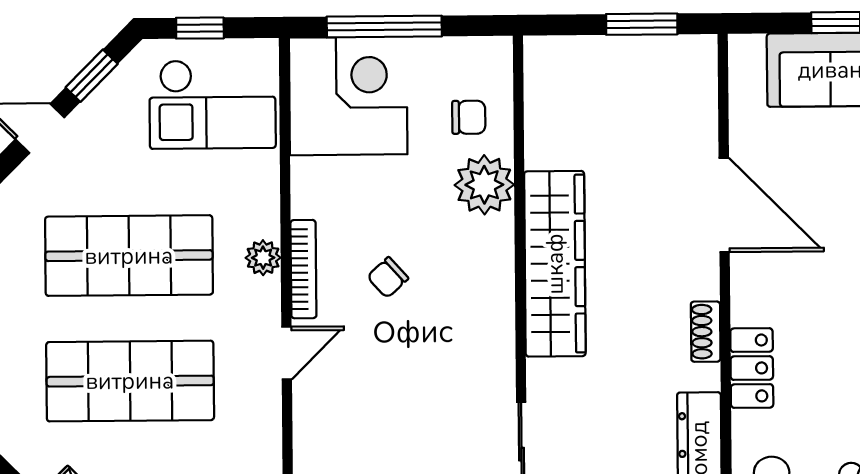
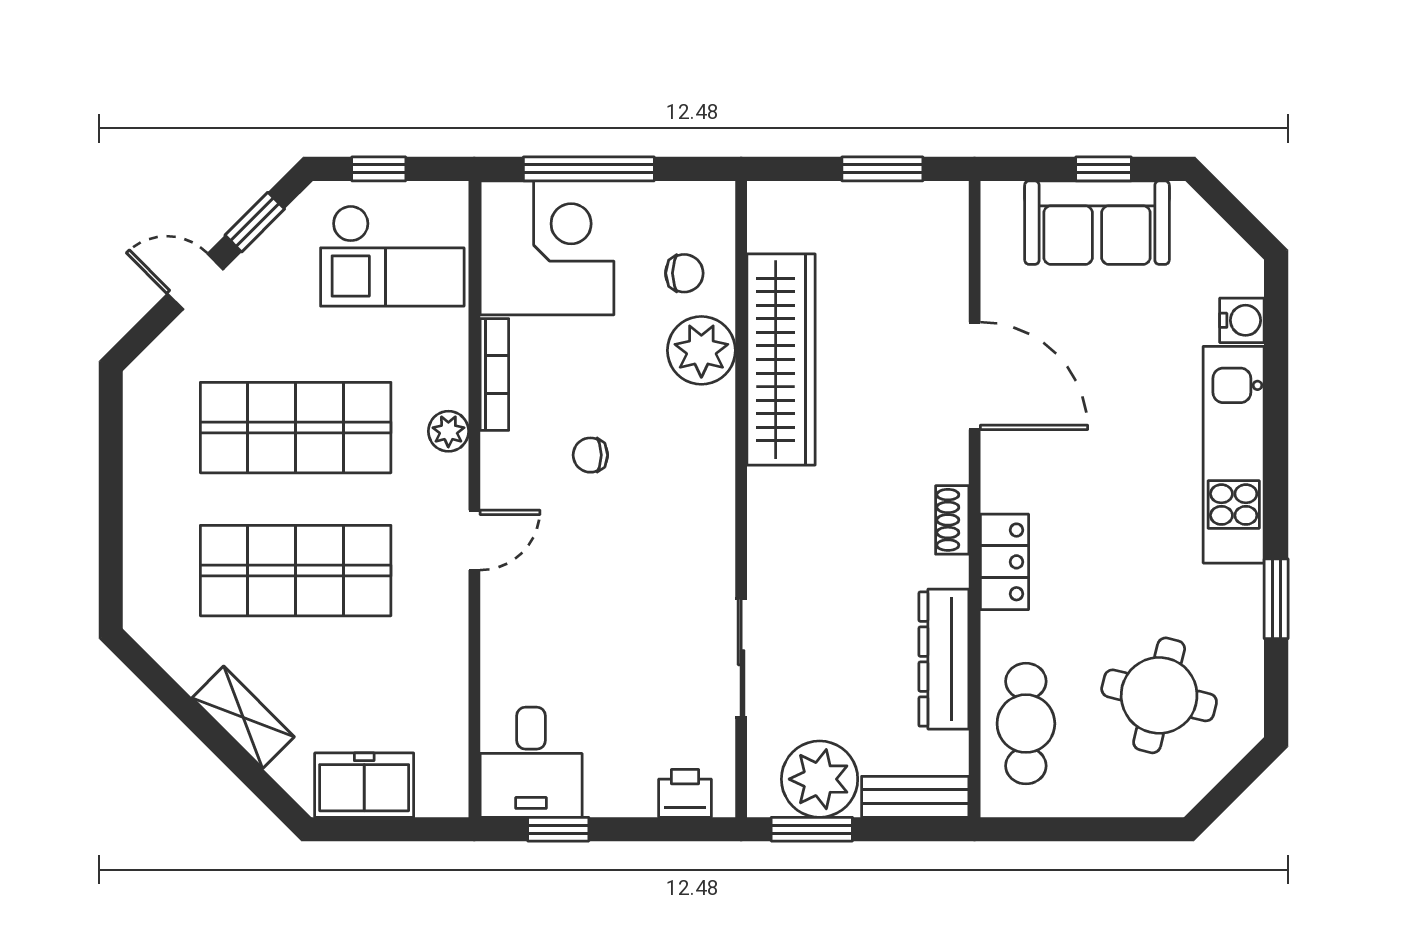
wardrobe: (555, 264) -> (781, 360), moved
bookcase: (303, 269) -> (494, 375), moved
chair: (388, 277) -> (590, 455), turned 42

